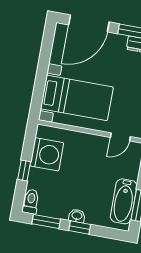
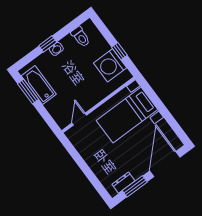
window: (24, 171) -> (119, 51), moved
toilet: (31, 202) -> (81, 37), moved
window: (46, 221) -> (70, 27), removed

